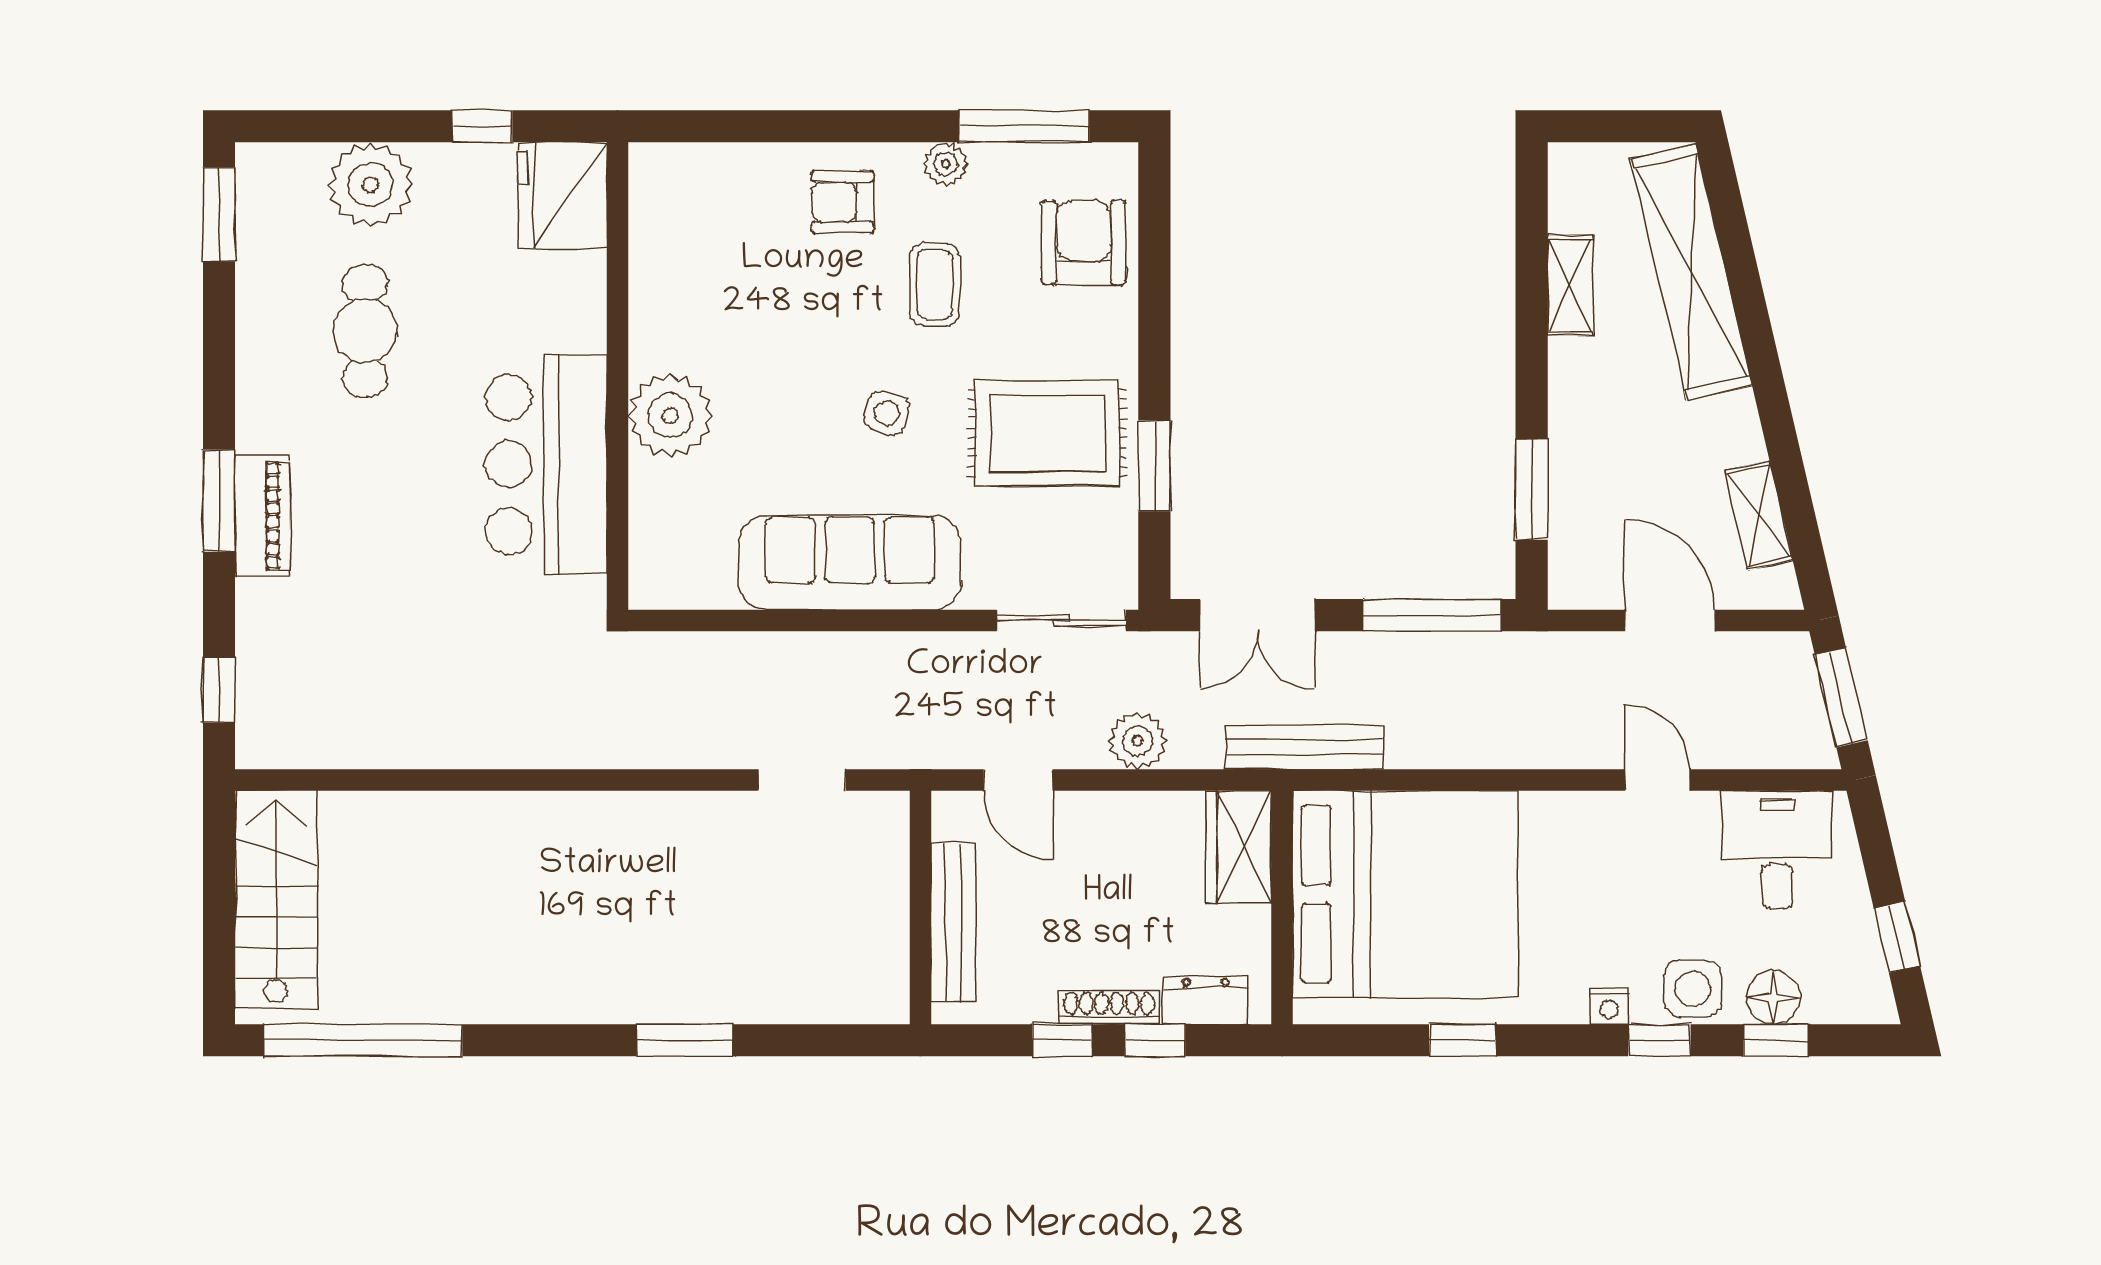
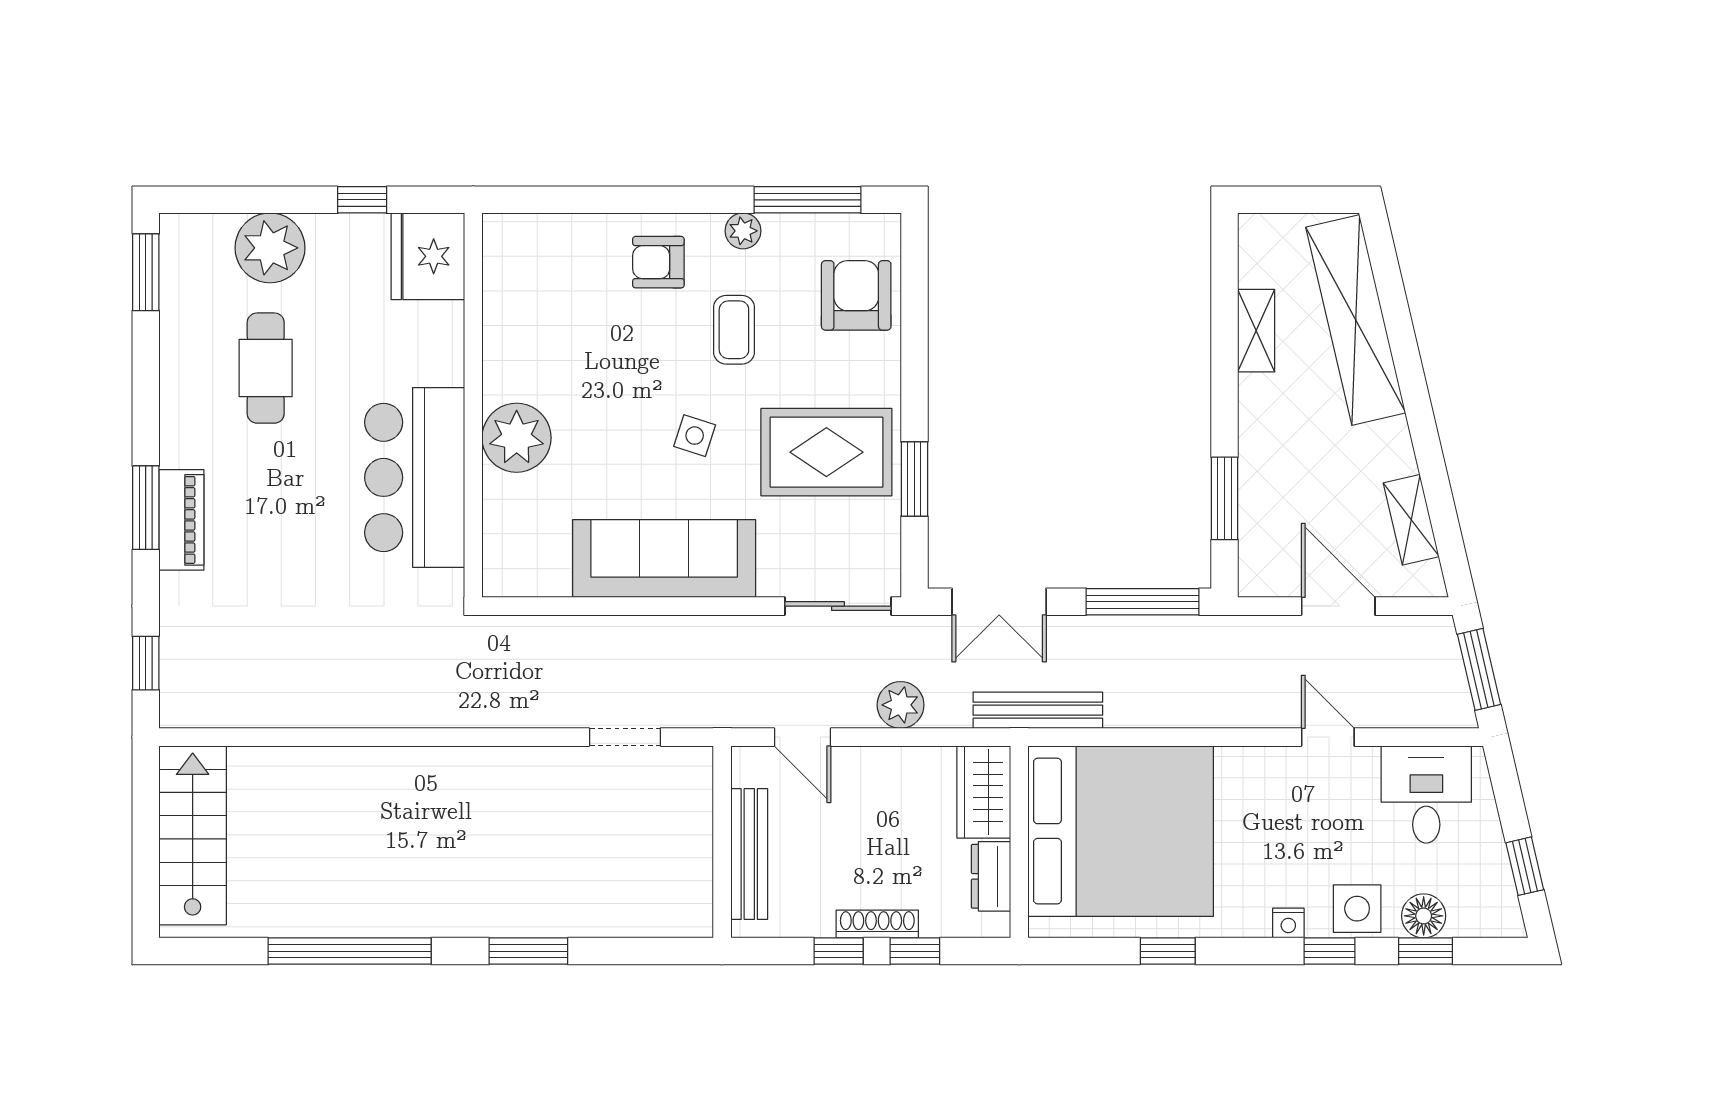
dresser: (1206, 1001) -> (991, 876), moved, turned -90
window: (363, 1040) -> (350, 951), moved

